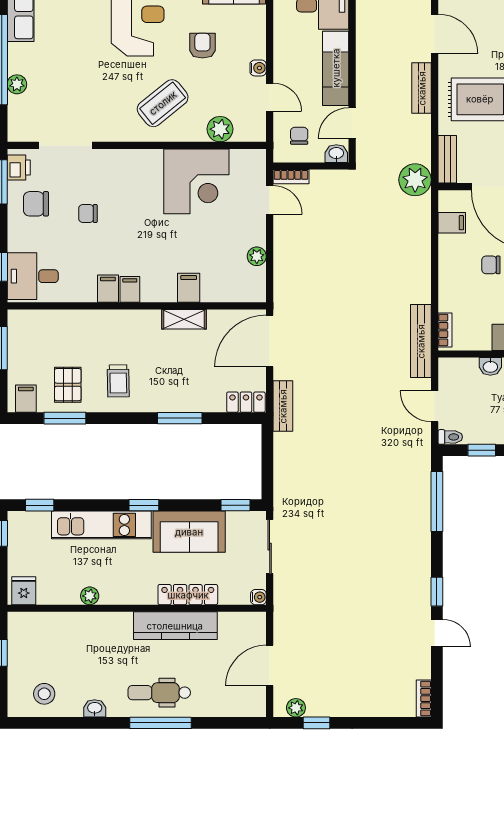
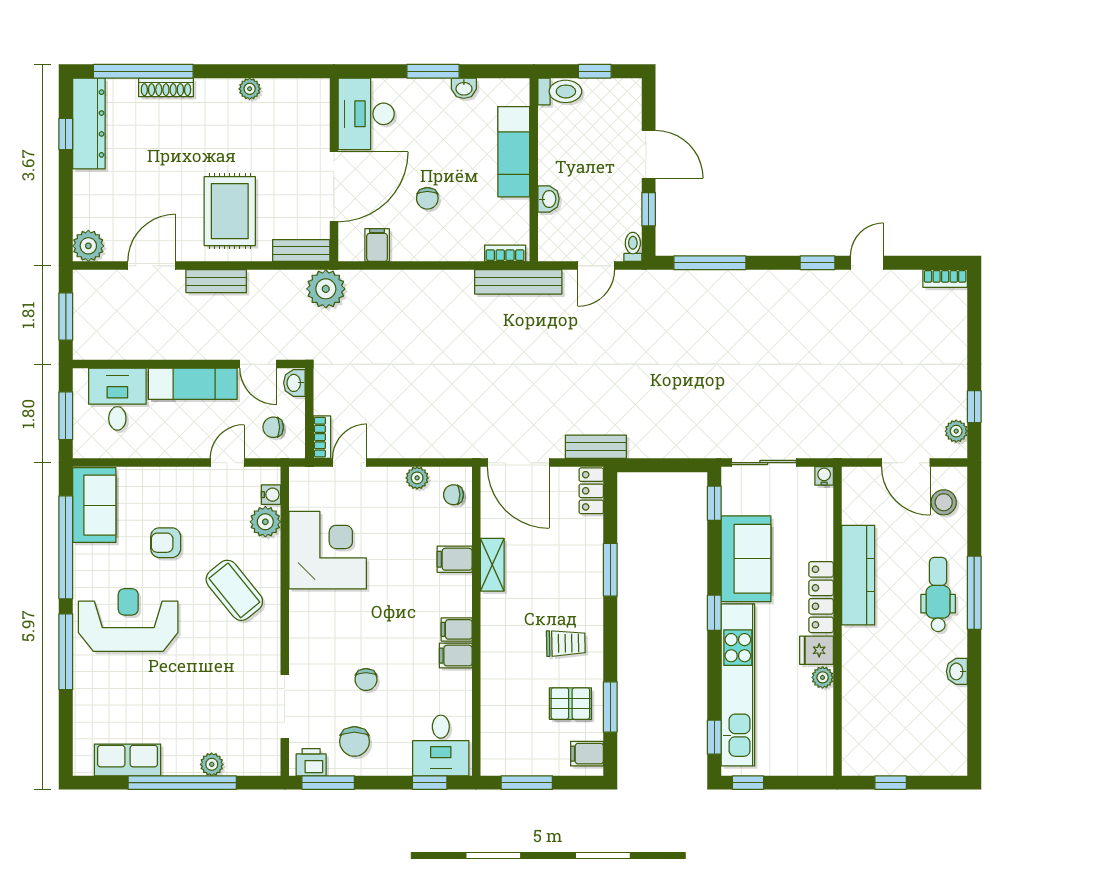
water cooler: (258, 68) -> (271, 495), moved, turned 90
chair: (243, 287) -> (454, 495), added
kitchen unit: (101, 525) -> (738, 685), width x1.36
fridge: (24, 591) -> (816, 650), moved
locker: (188, 595) -> (821, 597), moved
dental chair: (159, 693) -> (938, 594), turned 180
stool: (44, 694) -> (944, 502), moved

